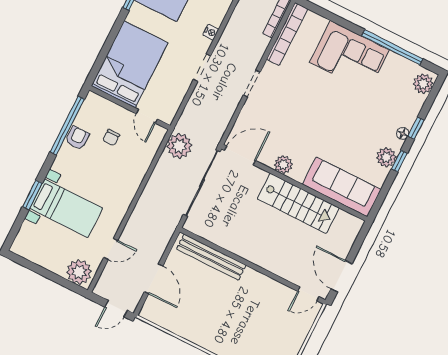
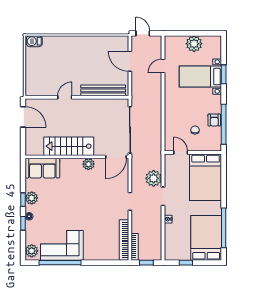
corner sofa: (349, 56) -> (62, 245), moved
plant: (179, 146) -> (154, 178), moved
sofa: (342, 187) -> (42, 168), width x0.73
plant: (79, 272) -> (194, 44), moved
door: (308, 294) -> (65, 97), moved
door: (116, 309) -> (143, 33), hinge flipped

